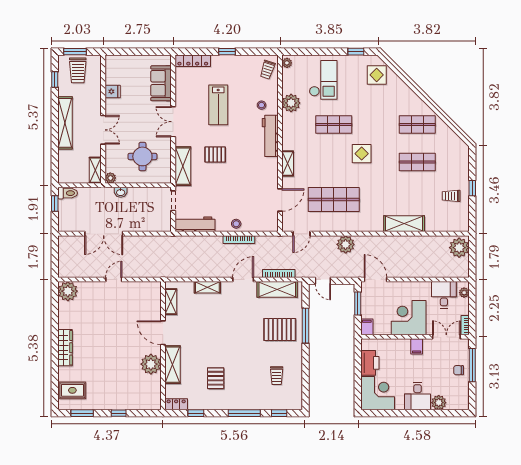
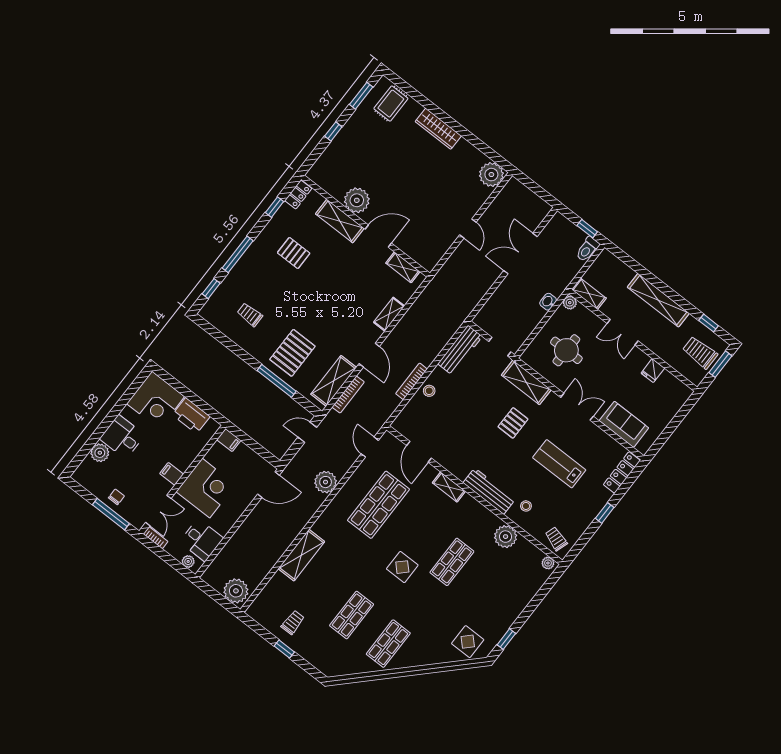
checkout: (323, 80) -> (504, 585), removed
window: (358, 303) -> (259, 449), removed

